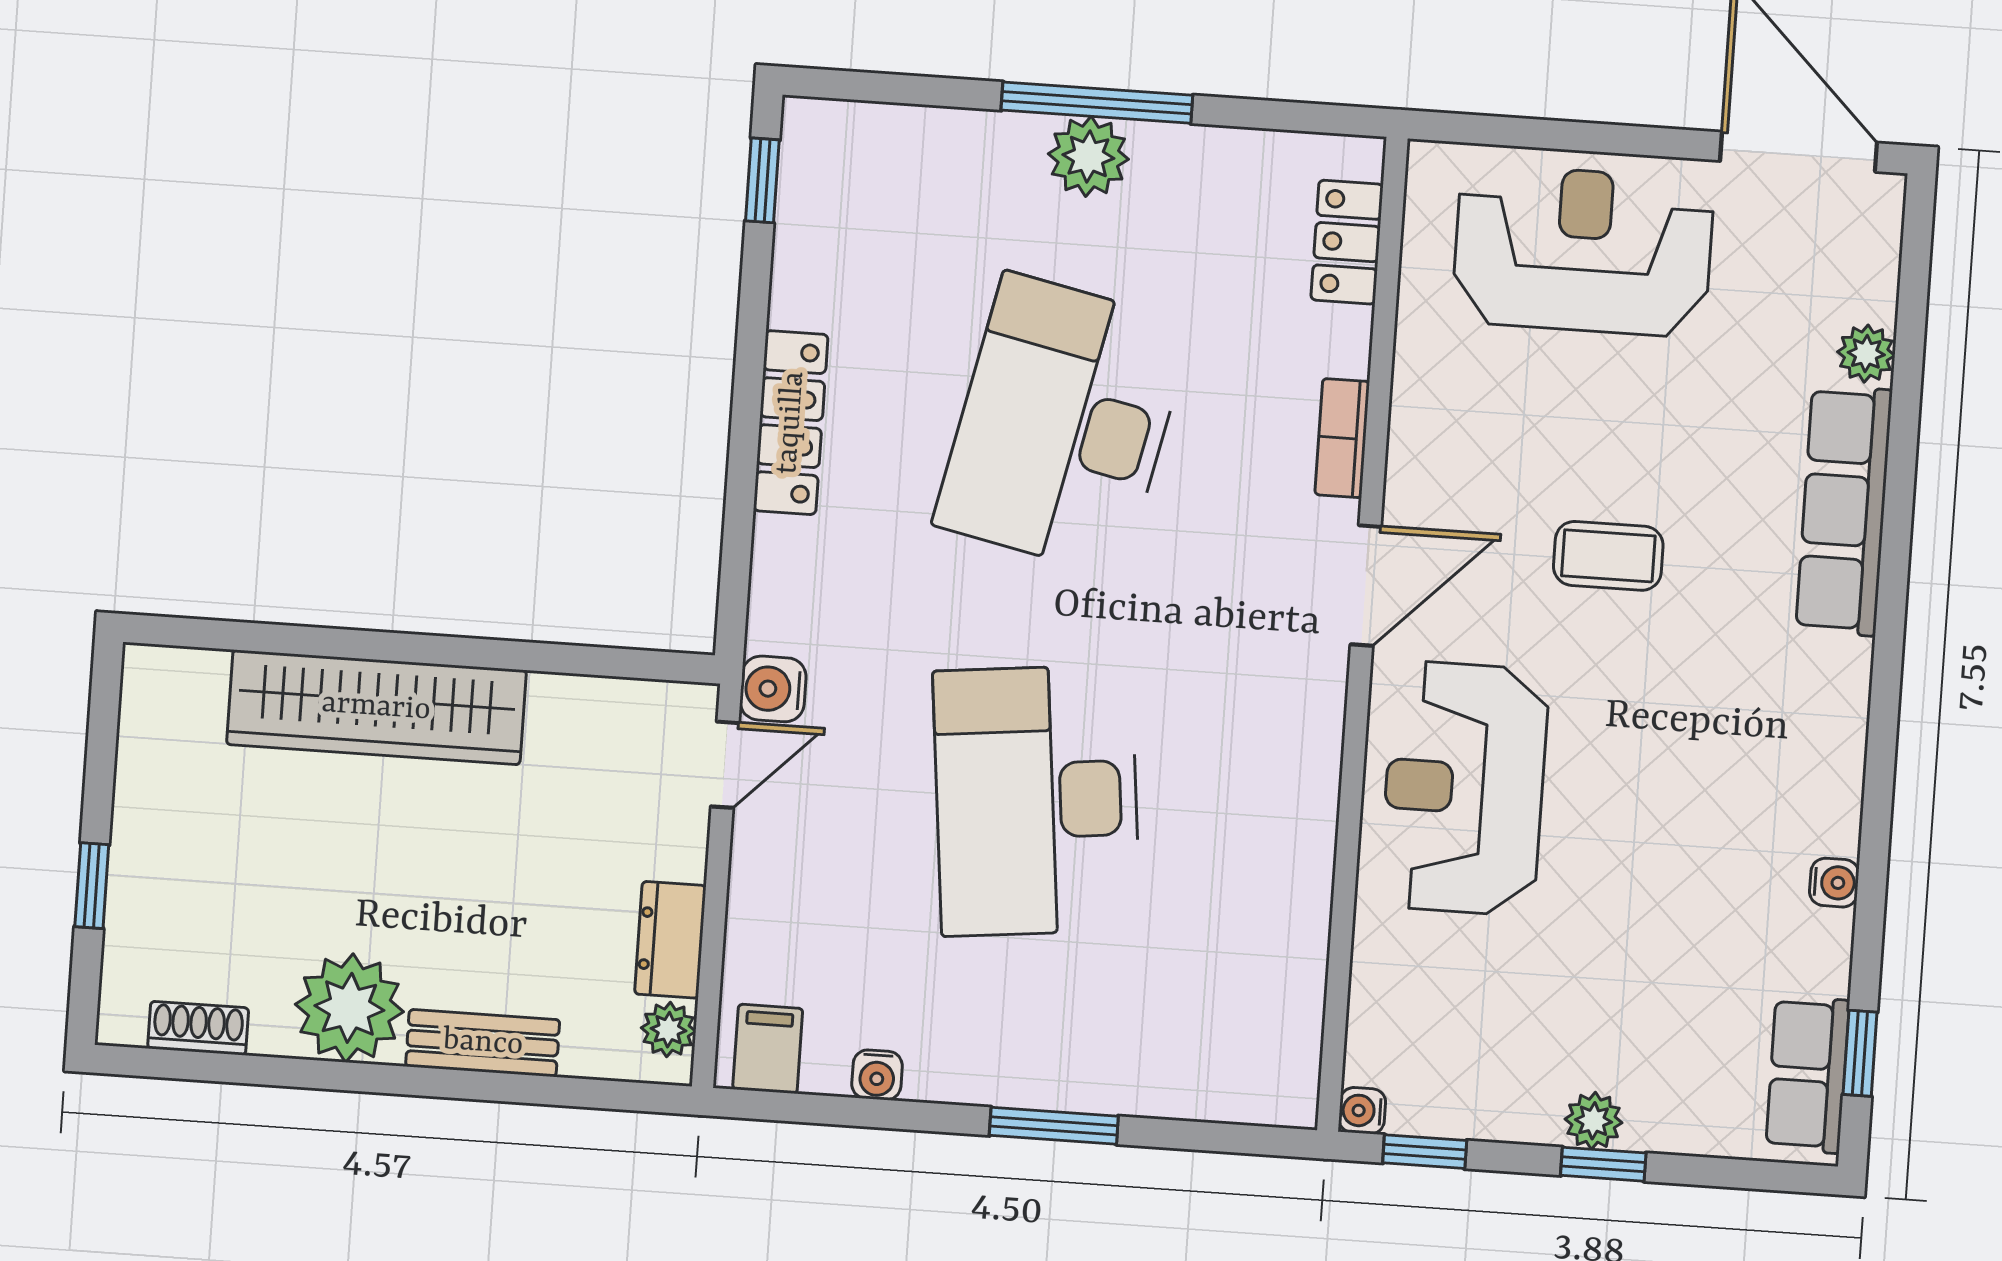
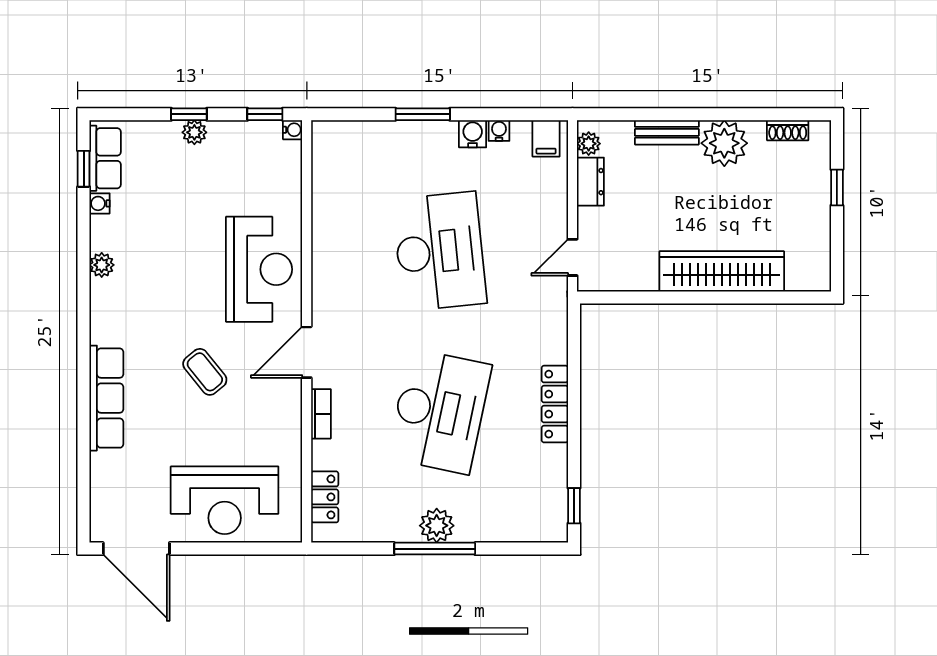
plant: (1866, 354) -> (102, 265), moved
coffee table: (1608, 556) -> (205, 372), turned 51
water cooler: (773, 689) -> (473, 134), moved, turned -90
water cooler: (1834, 883) -> (100, 203), moved

